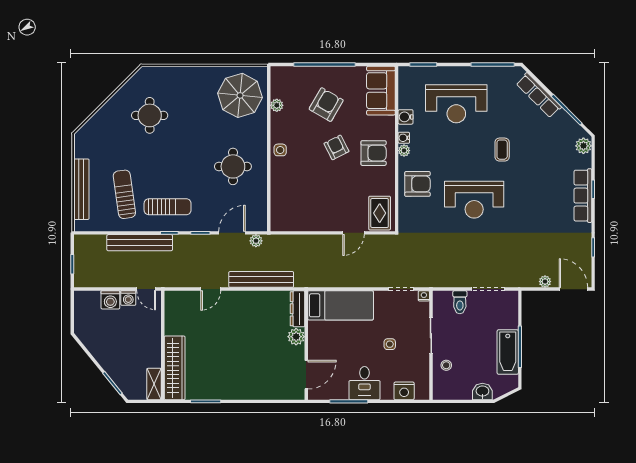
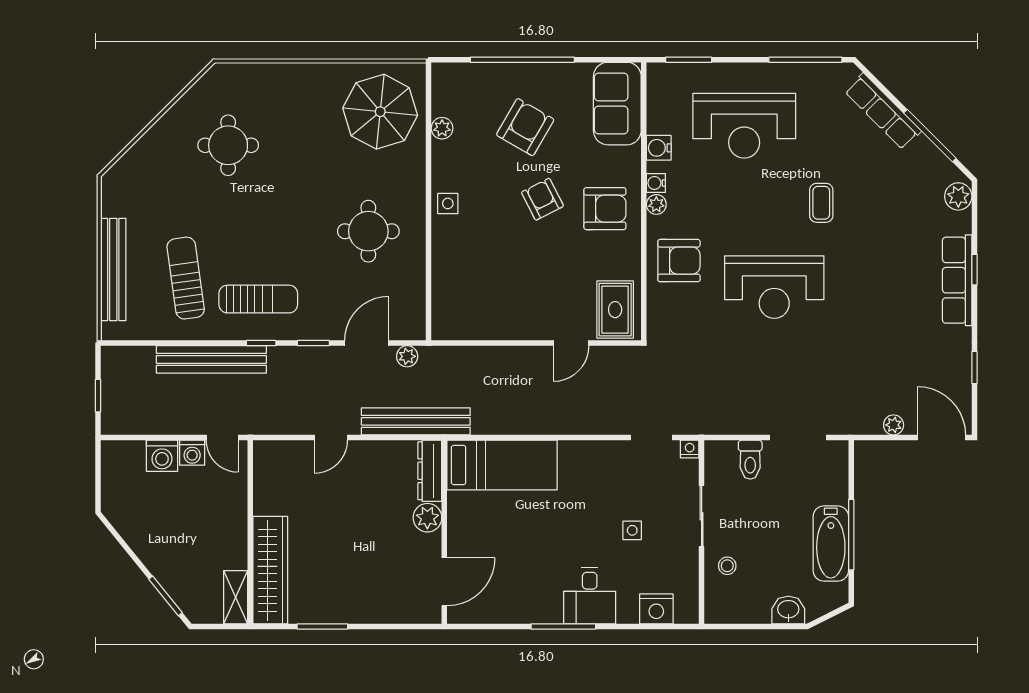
bed: (341, 305) -> (502, 465), moved
dresser: (298, 309) -> (430, 471), moved
plant: (296, 337) -> (427, 518), moved
wall: (306, 345) -> (444, 532), moved
door: (306, 375) -> (444, 582), moved

